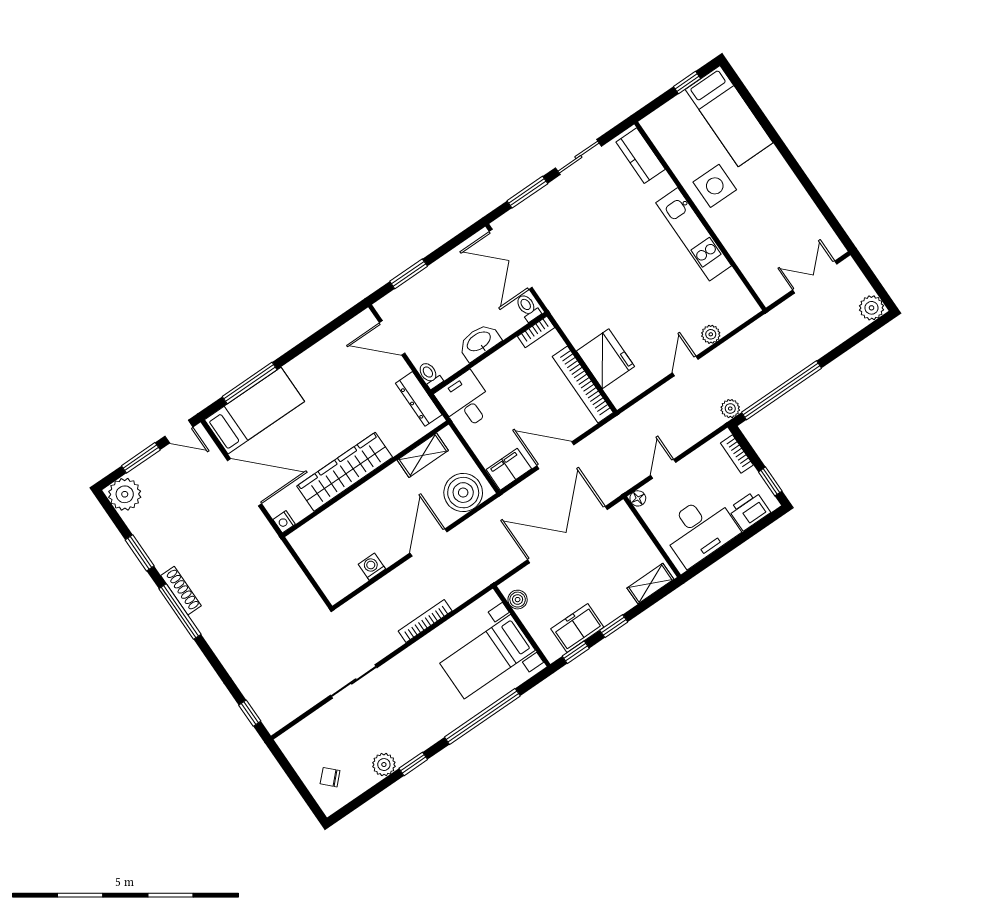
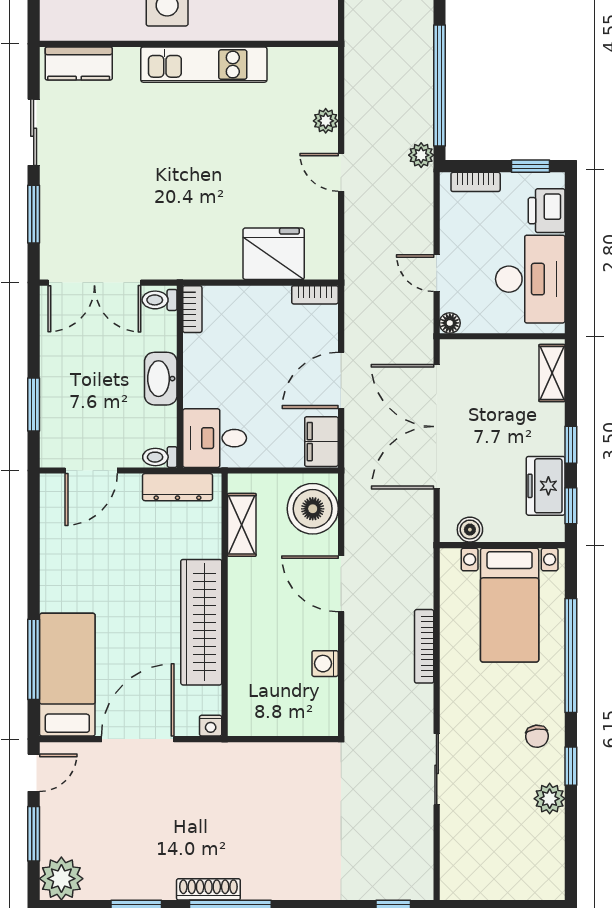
bookcase: (583, 384) -> (315, 295), width x0.43, depth x0.76
chair: (330, 777) -> (537, 736), moved, turned -52

